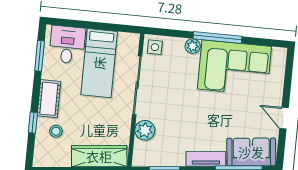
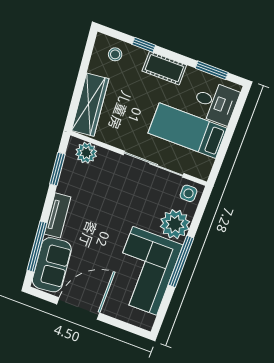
plant: (193, 46) -> (175, 224), width x1.88, depth x1.88
door: (284, 118) -> (78, 309), width x1.88
plant: (145, 130) -> (86, 153), moved
stool: (56, 131) -> (115, 54), moved

